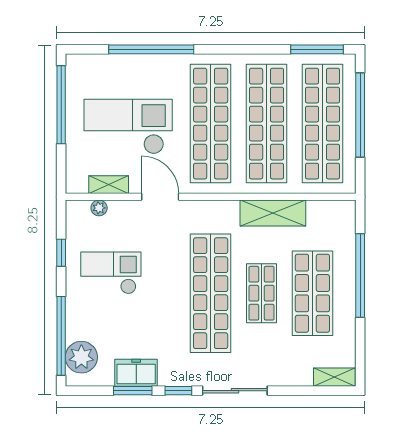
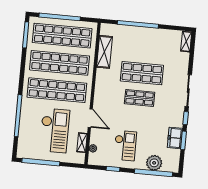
checkout: (128, 127) -> (55, 130), turned 180
door: (160, 197) -> (90, 118), swing flipped
shelving: (273, 213) -> (105, 52), moved
checkout: (111, 273) -> (125, 146), turned 180
shop shelf: (211, 293) -> (140, 98), width x0.50, depth x0.74
shop shelf: (261, 293) -> (142, 73), width x1.43, depth x1.36
shop shelf: (312, 293) -> (144, 48), removed
plant: (81, 357) -> (154, 163), moved

